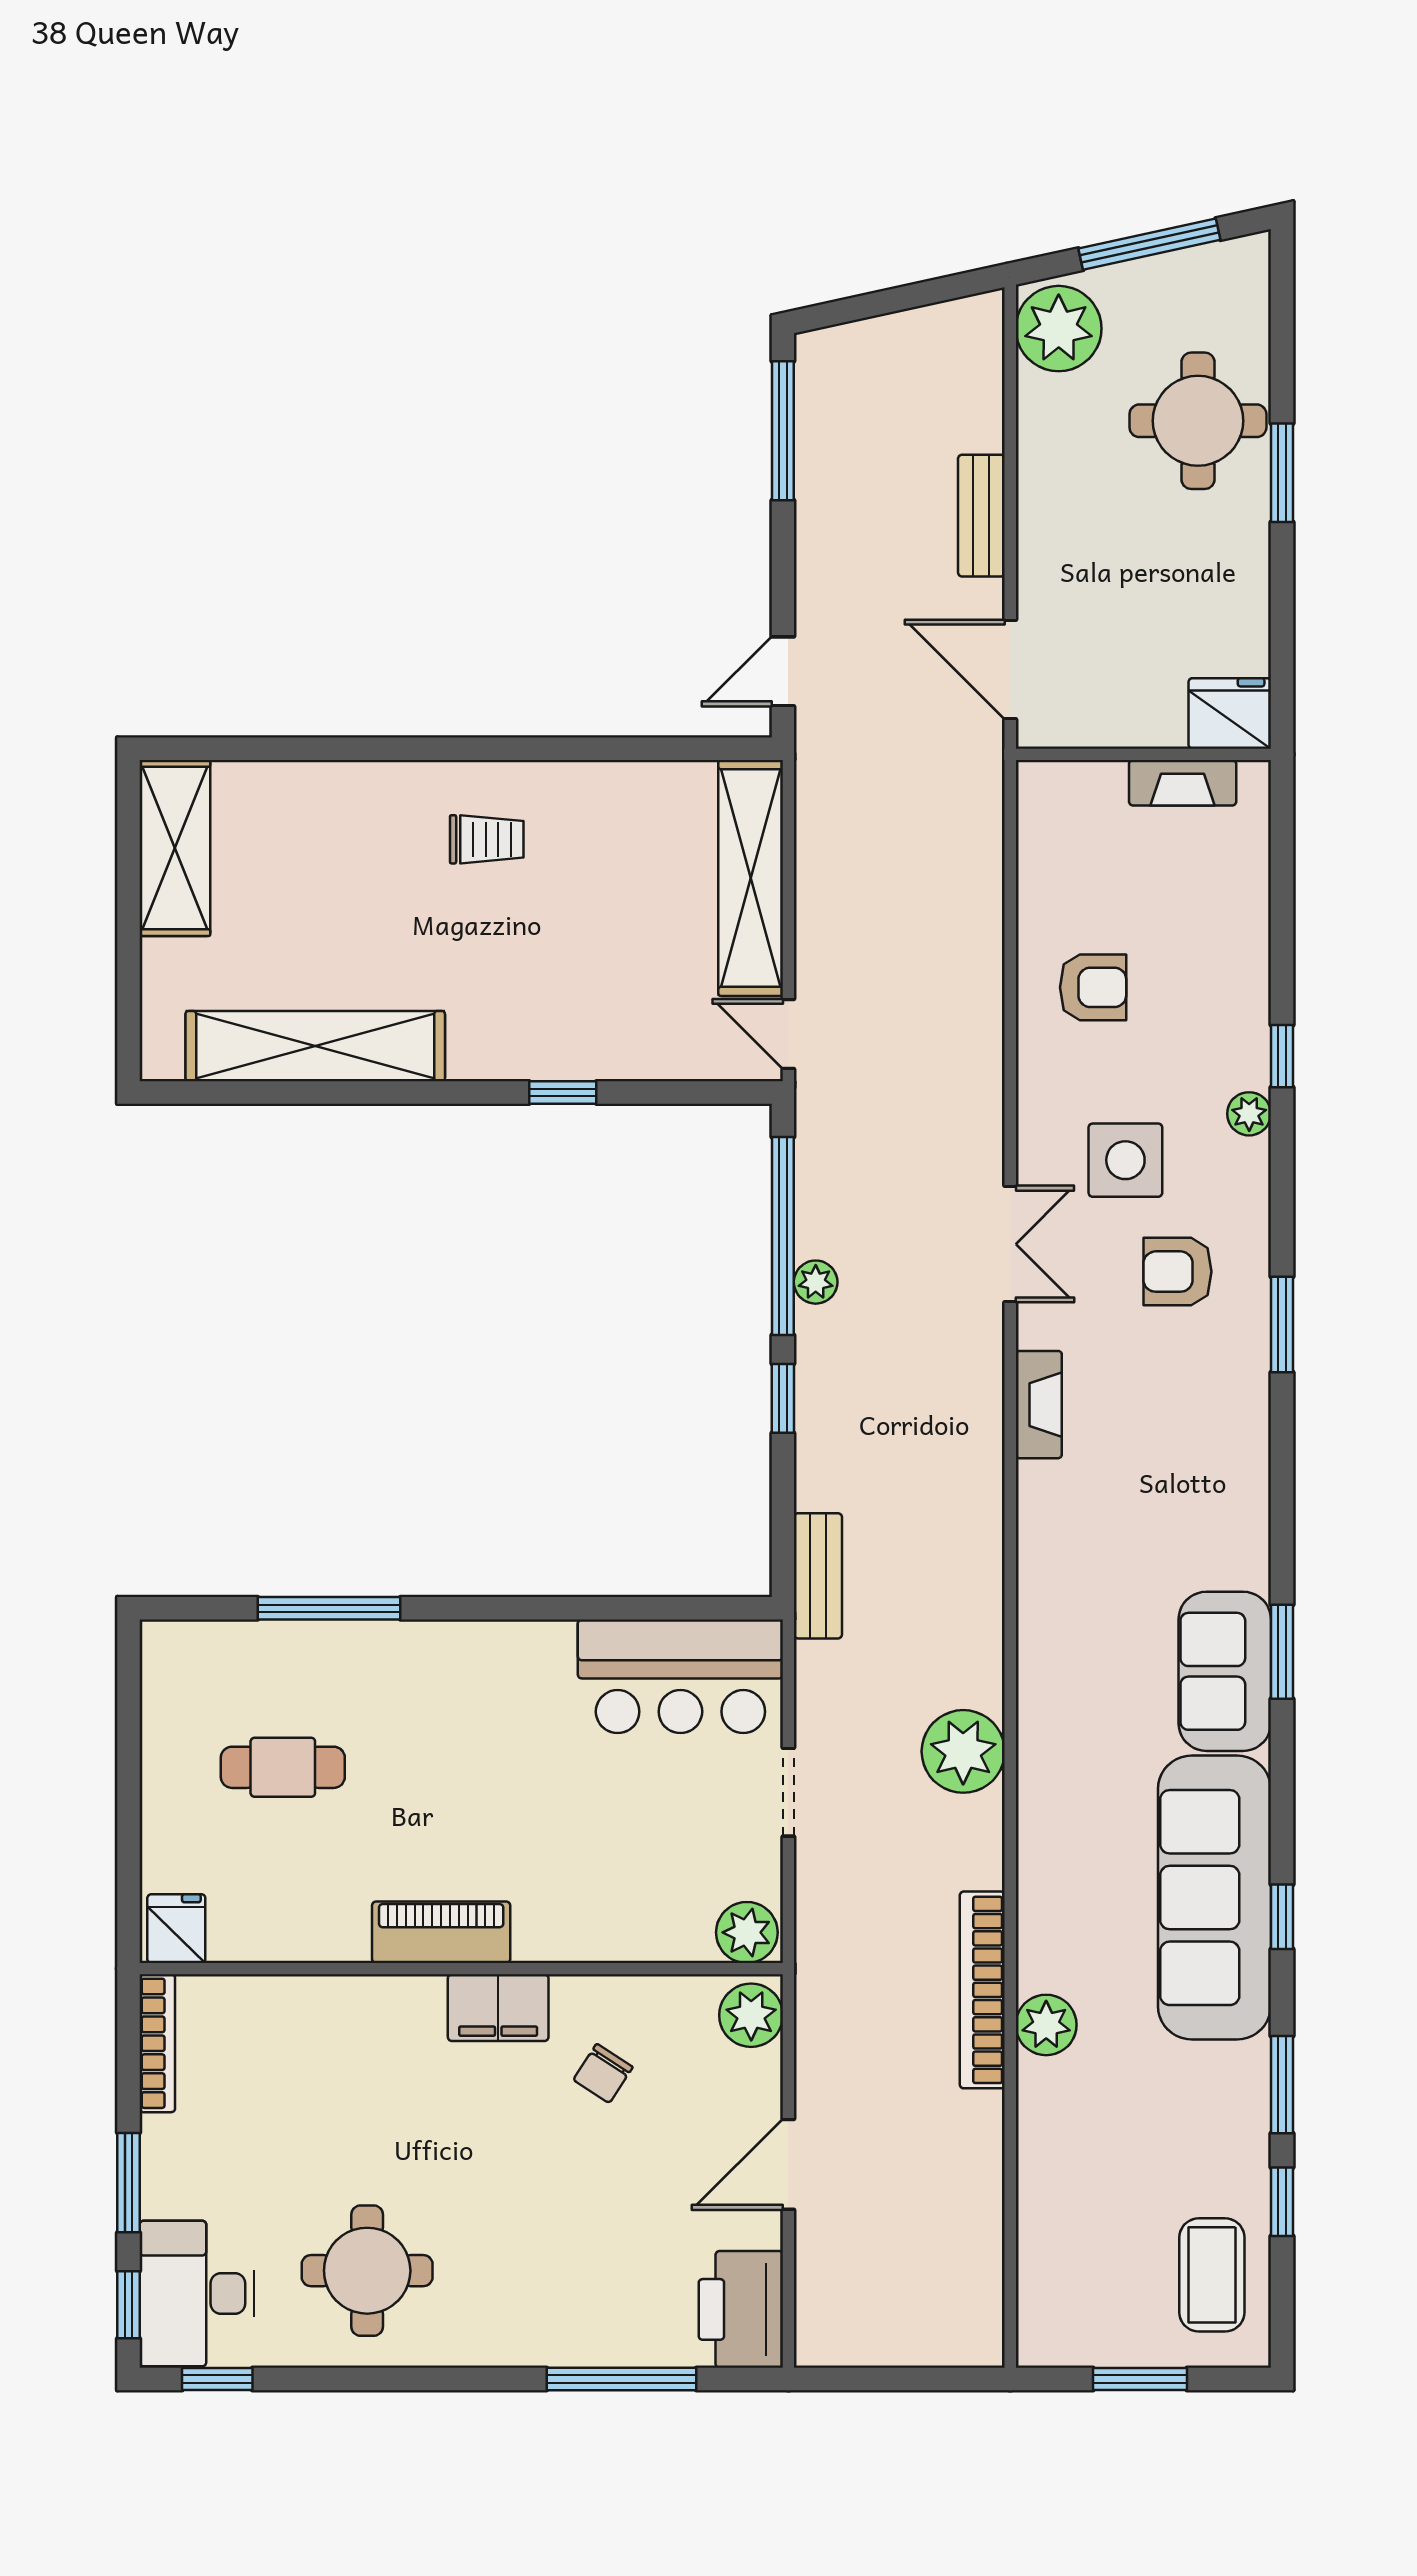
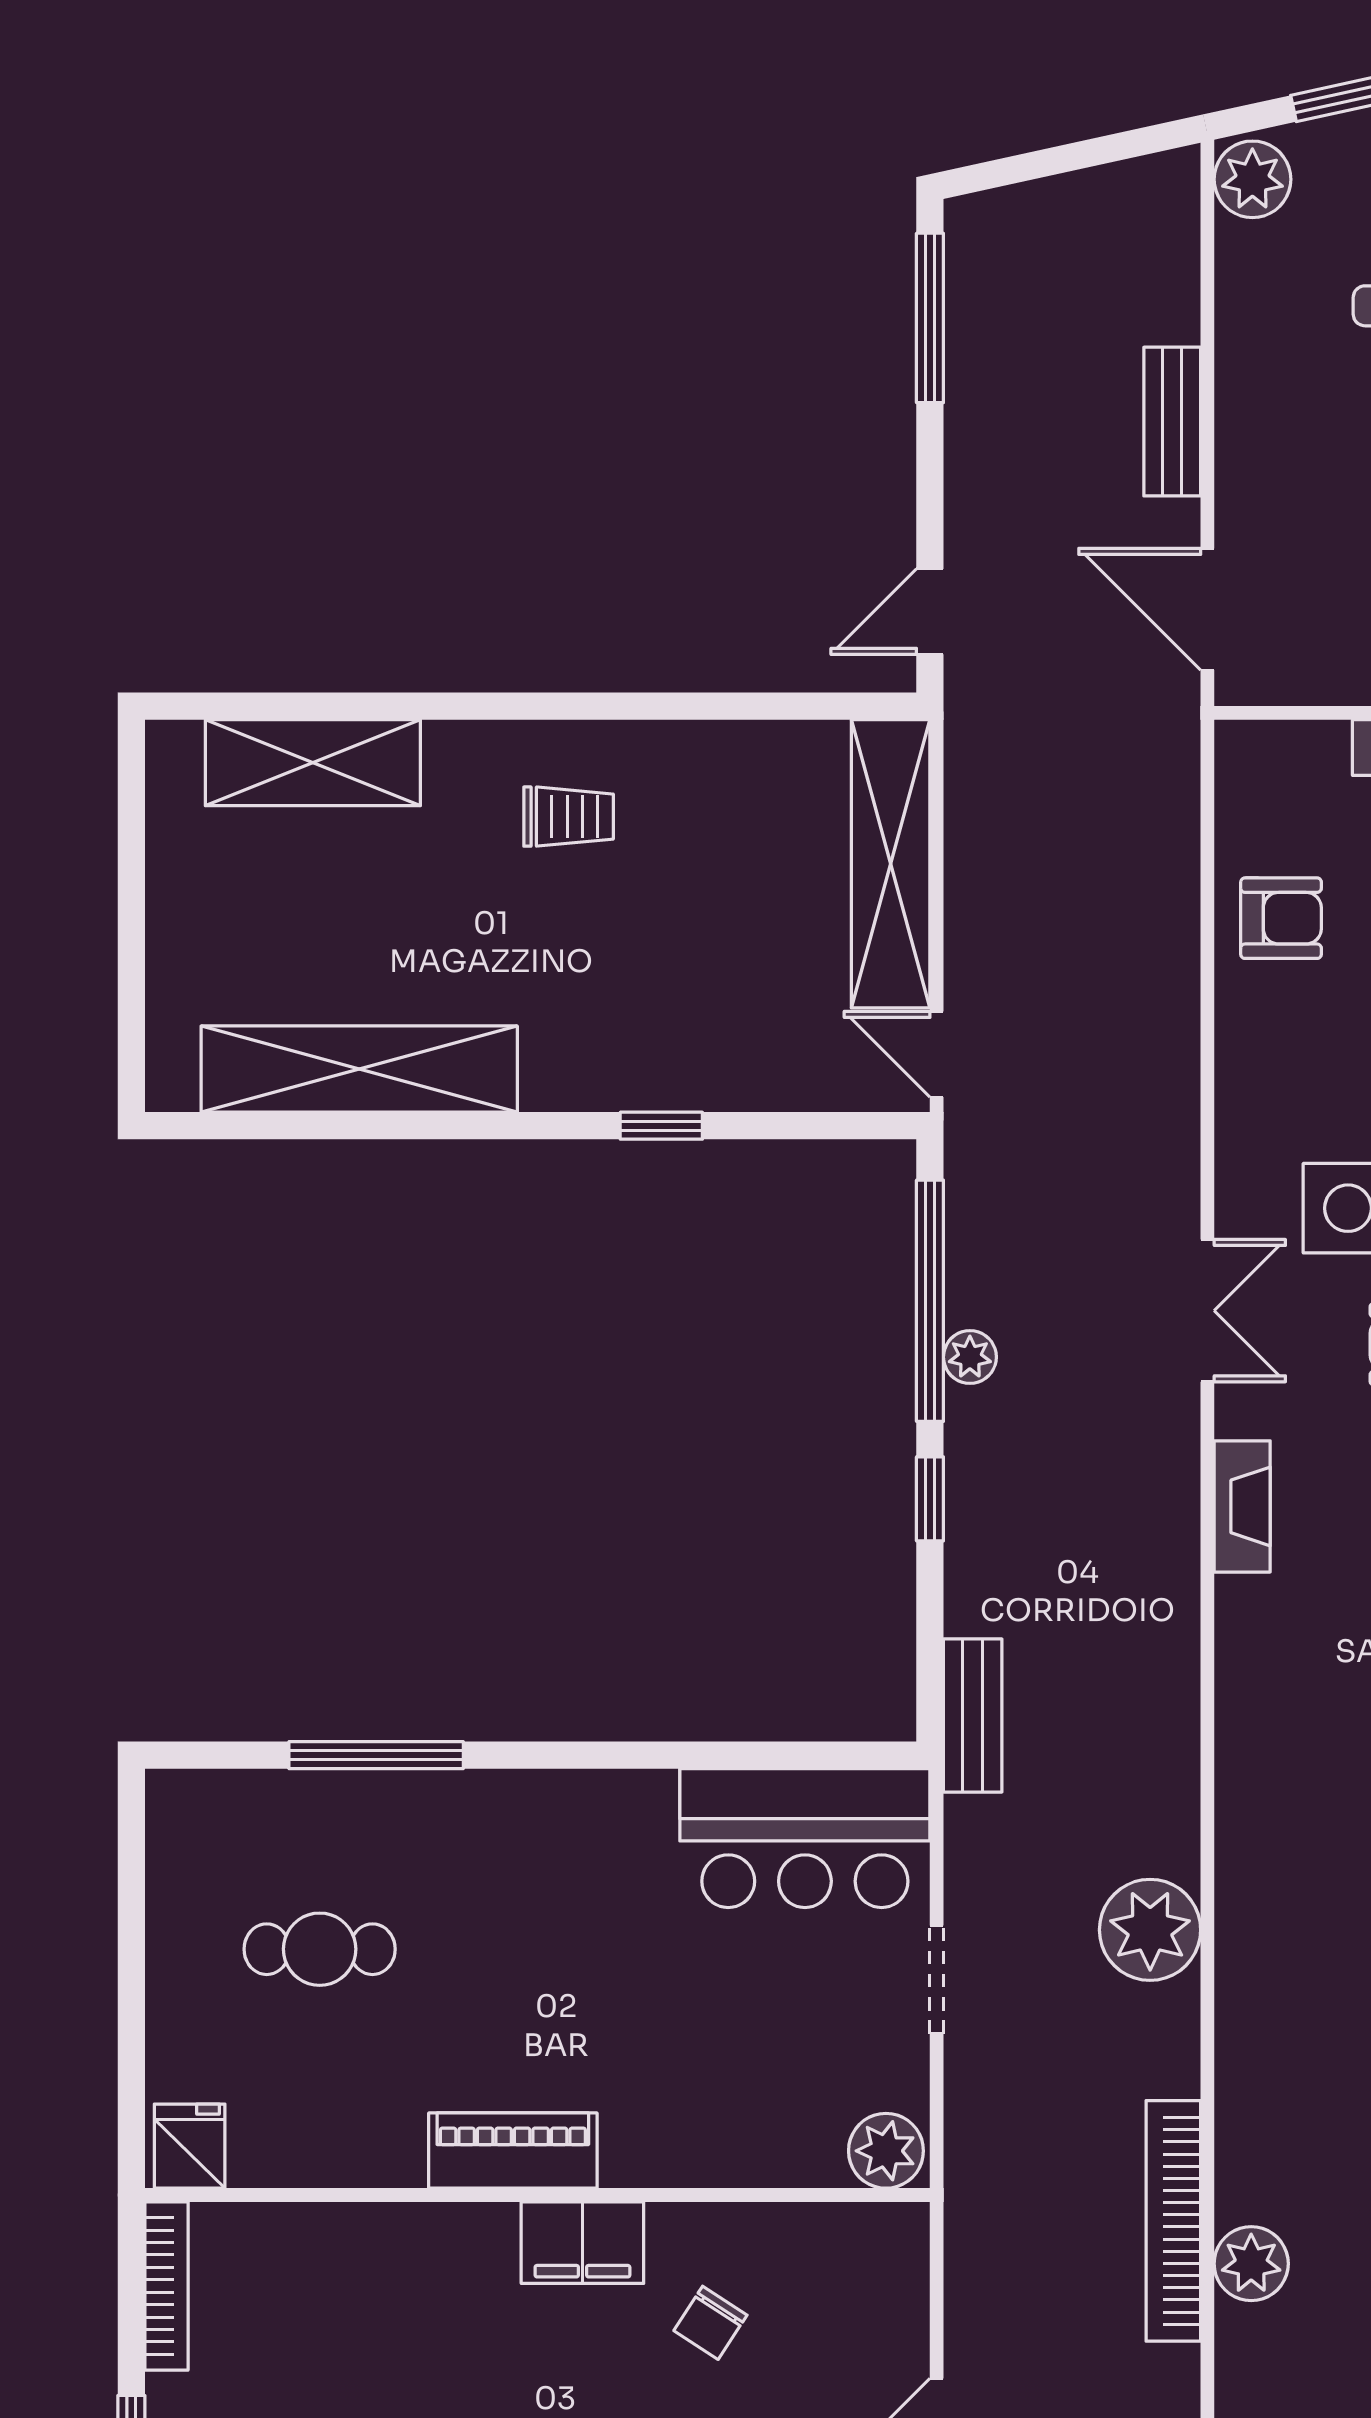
plant: (1059, 329) -> (1252, 179), width x0.73, depth x0.73
shelving: (175, 848) -> (313, 763), moved, turned 90
armchair: (1093, 987) -> (1281, 918), moved
plant: (751, 2015) -> (891, 2252), removed

